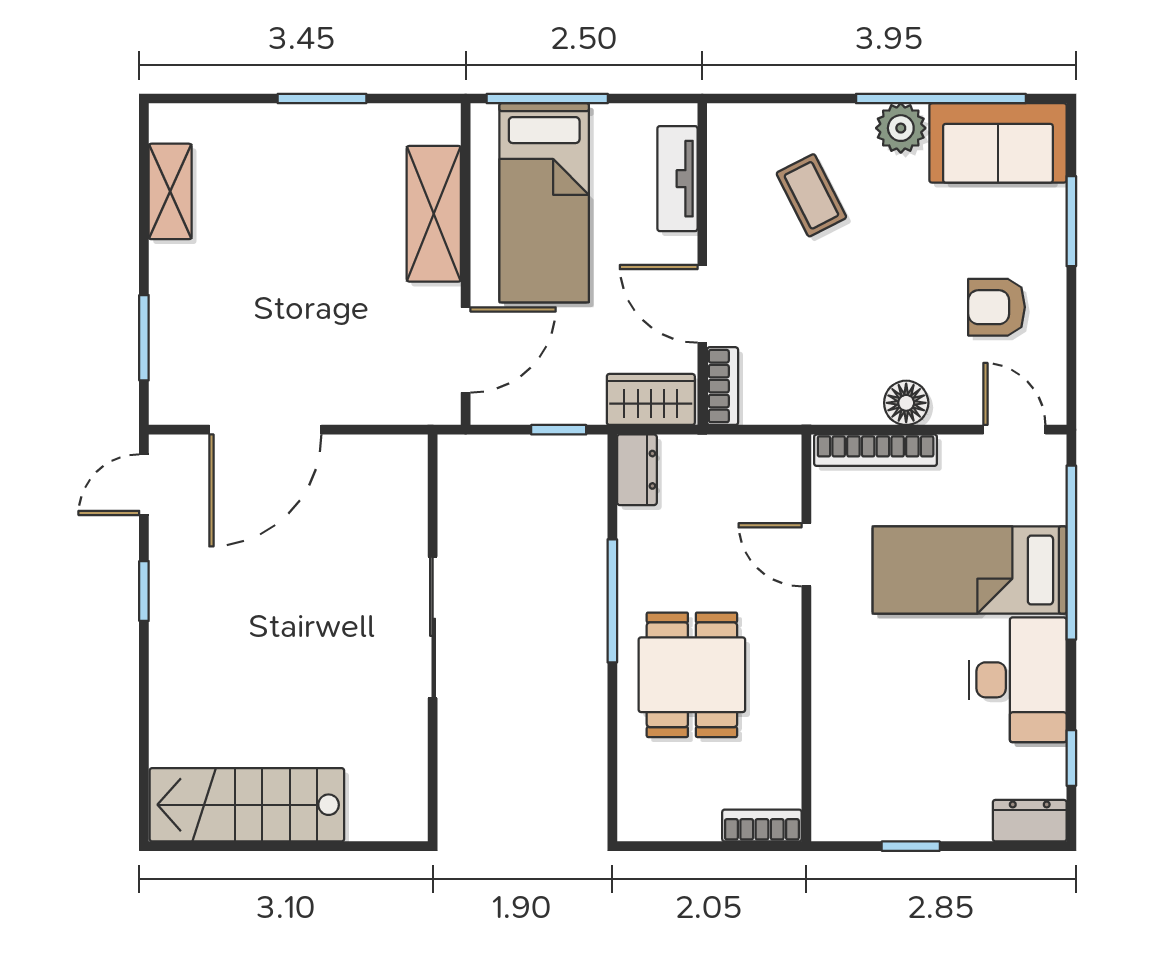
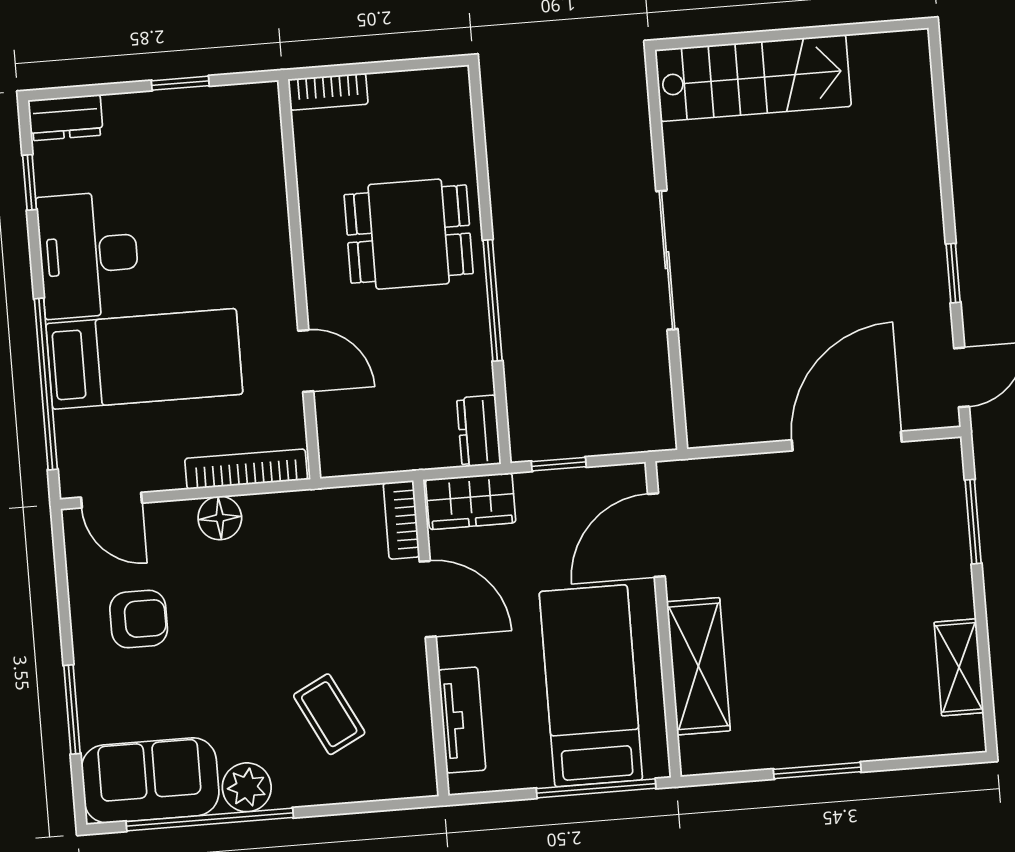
dining table: (692, 675) -> (409, 234), turned 90
stairs: (247, 805) -> (753, 78), moved

